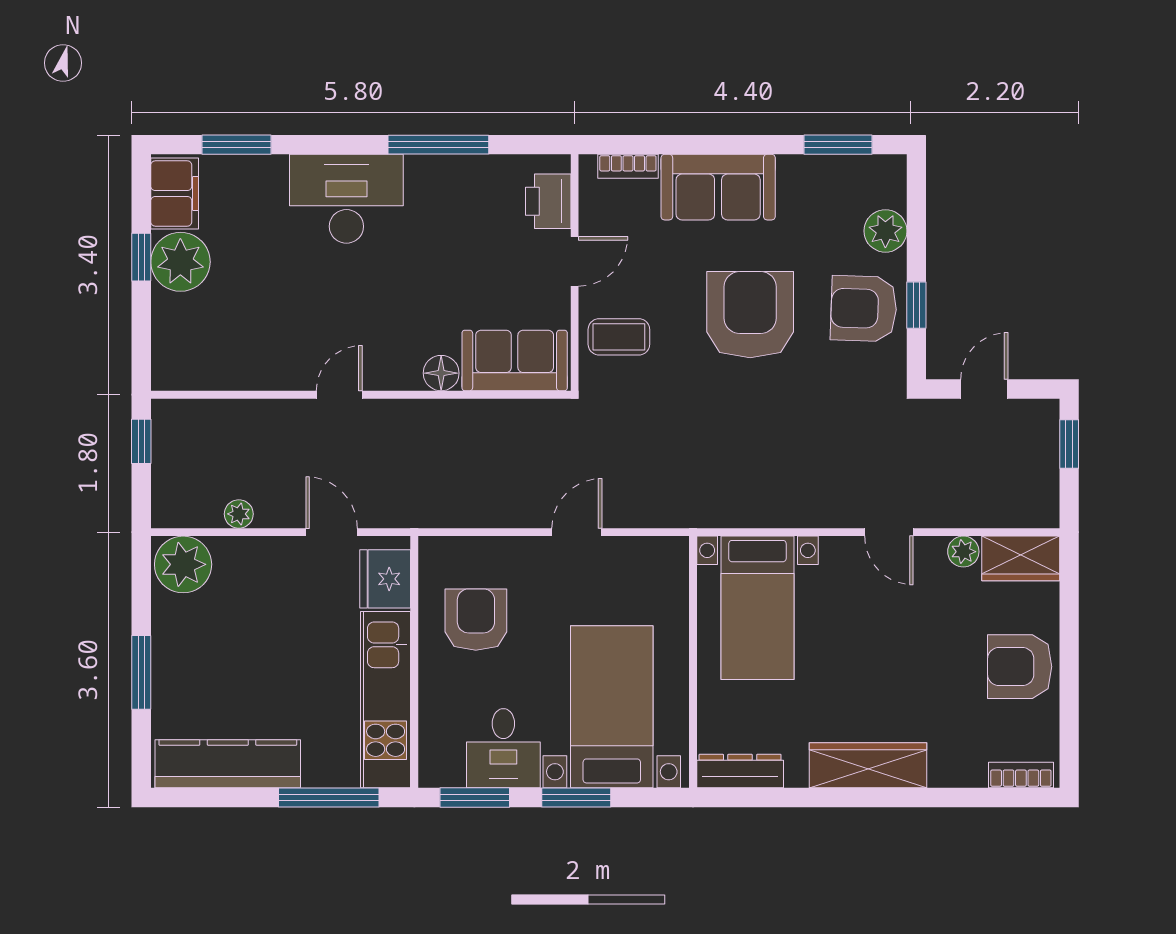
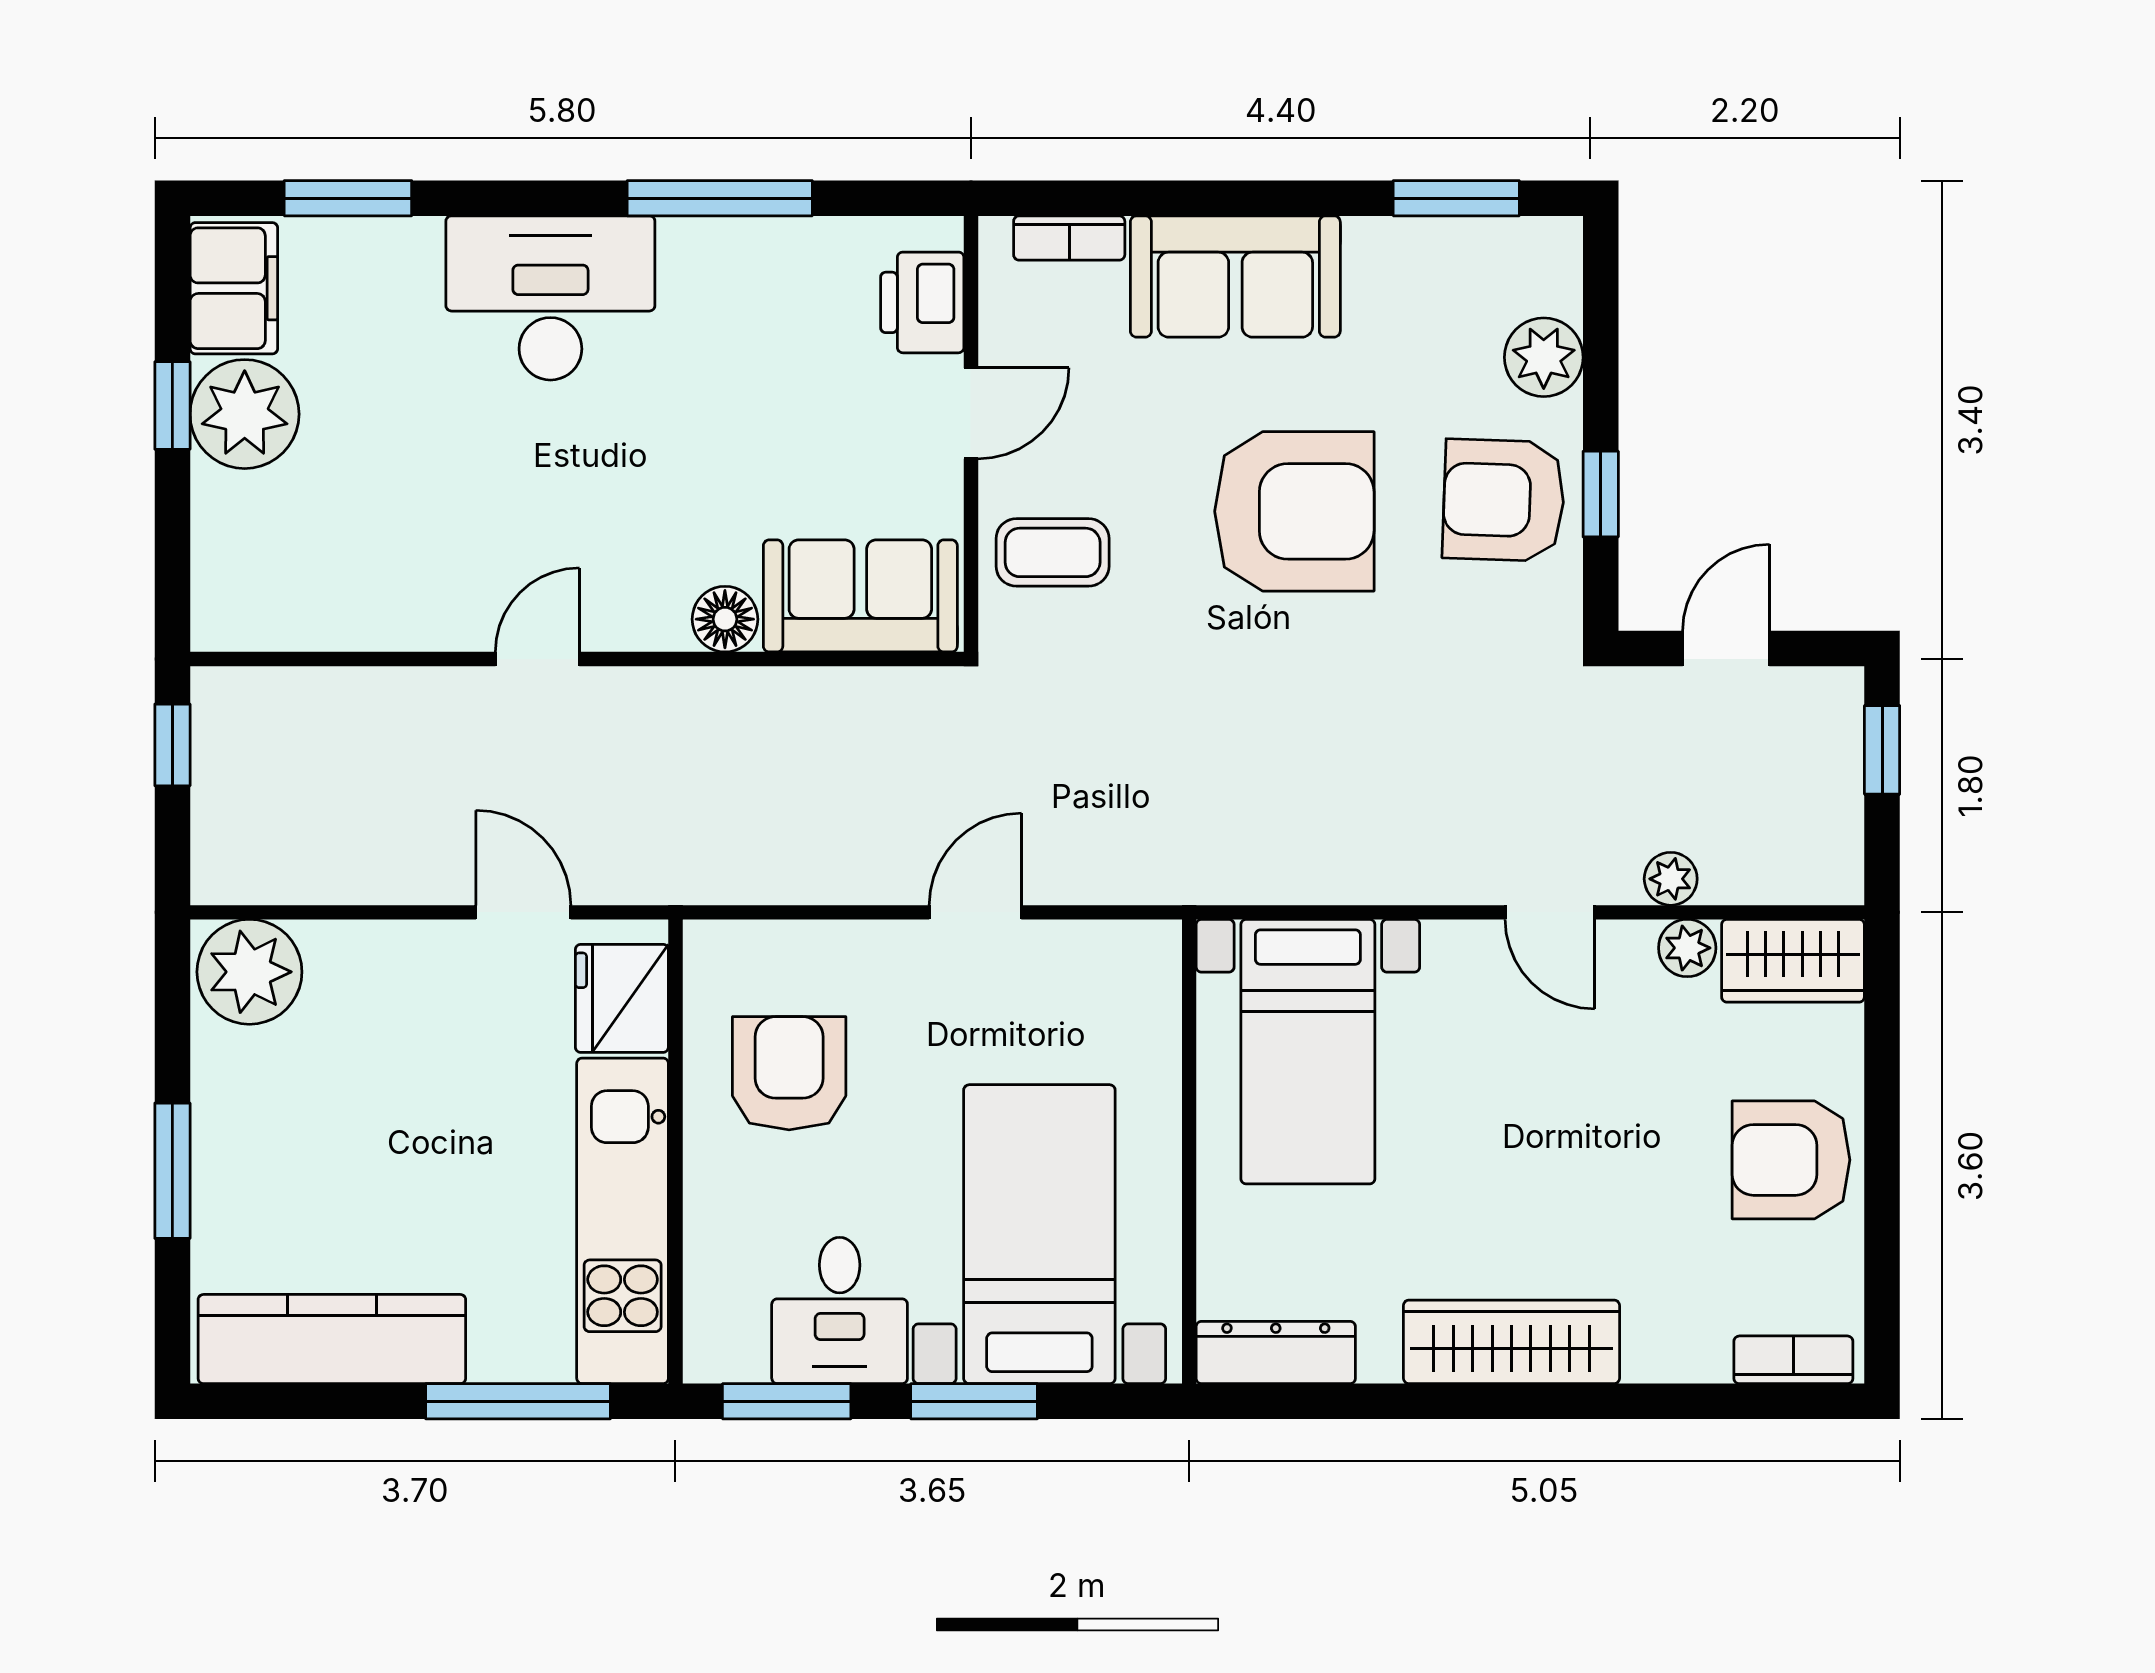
armchair: (750, 315) -> (1294, 511), turned 90
plant: (239, 514) -> (1671, 879), moved

